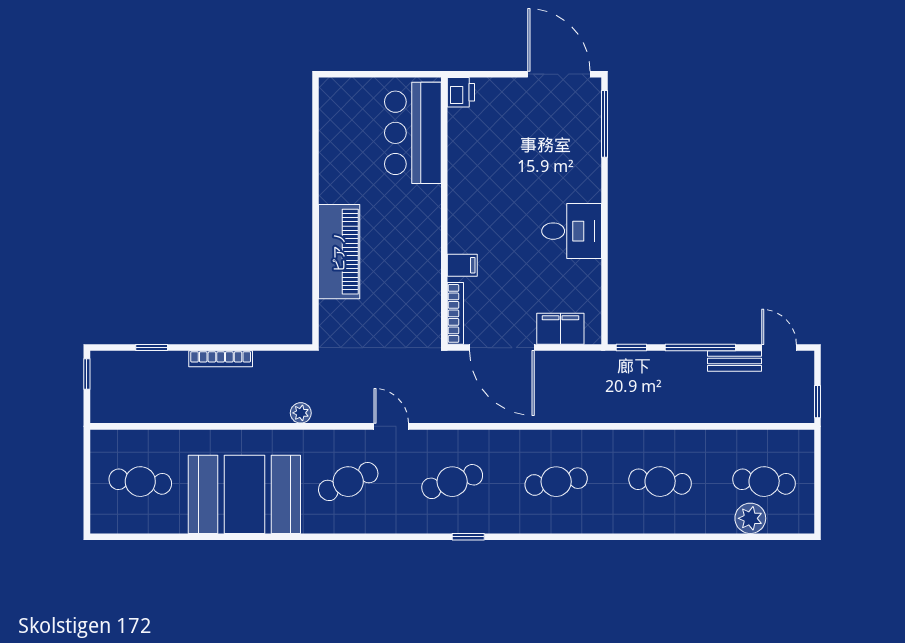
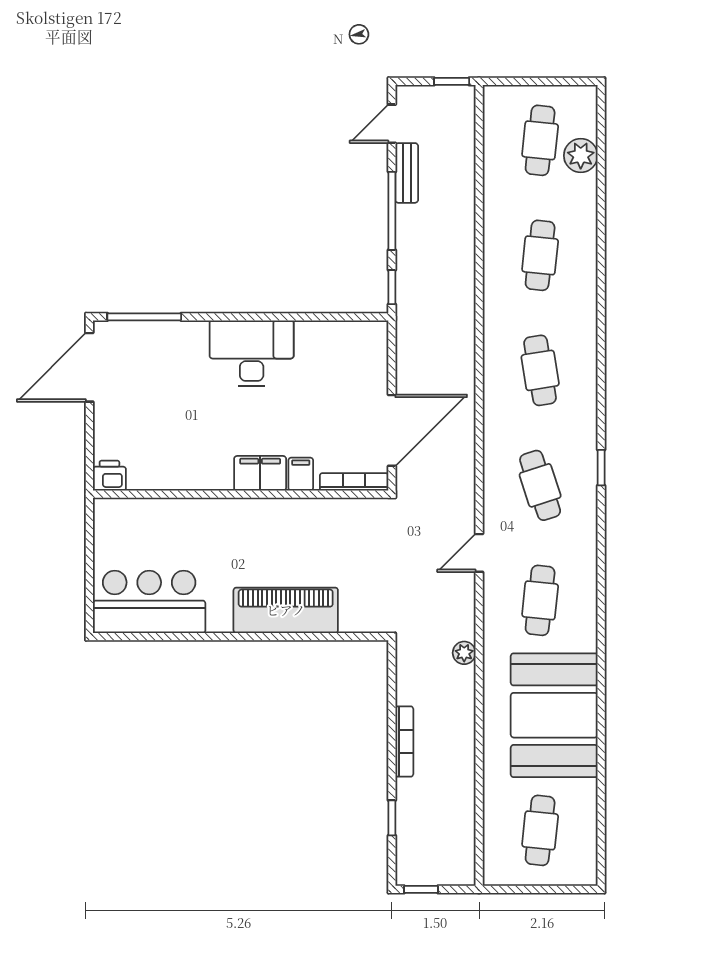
bar counter: (413, 133) -> (149, 602), moved, turned 180
desk: (572, 231) -> (252, 353), width x1.37
filing cabinet: (560, 329) -> (260, 473), moved, turned 90
cafe table: (348, 482) -> (540, 600), turned 30

